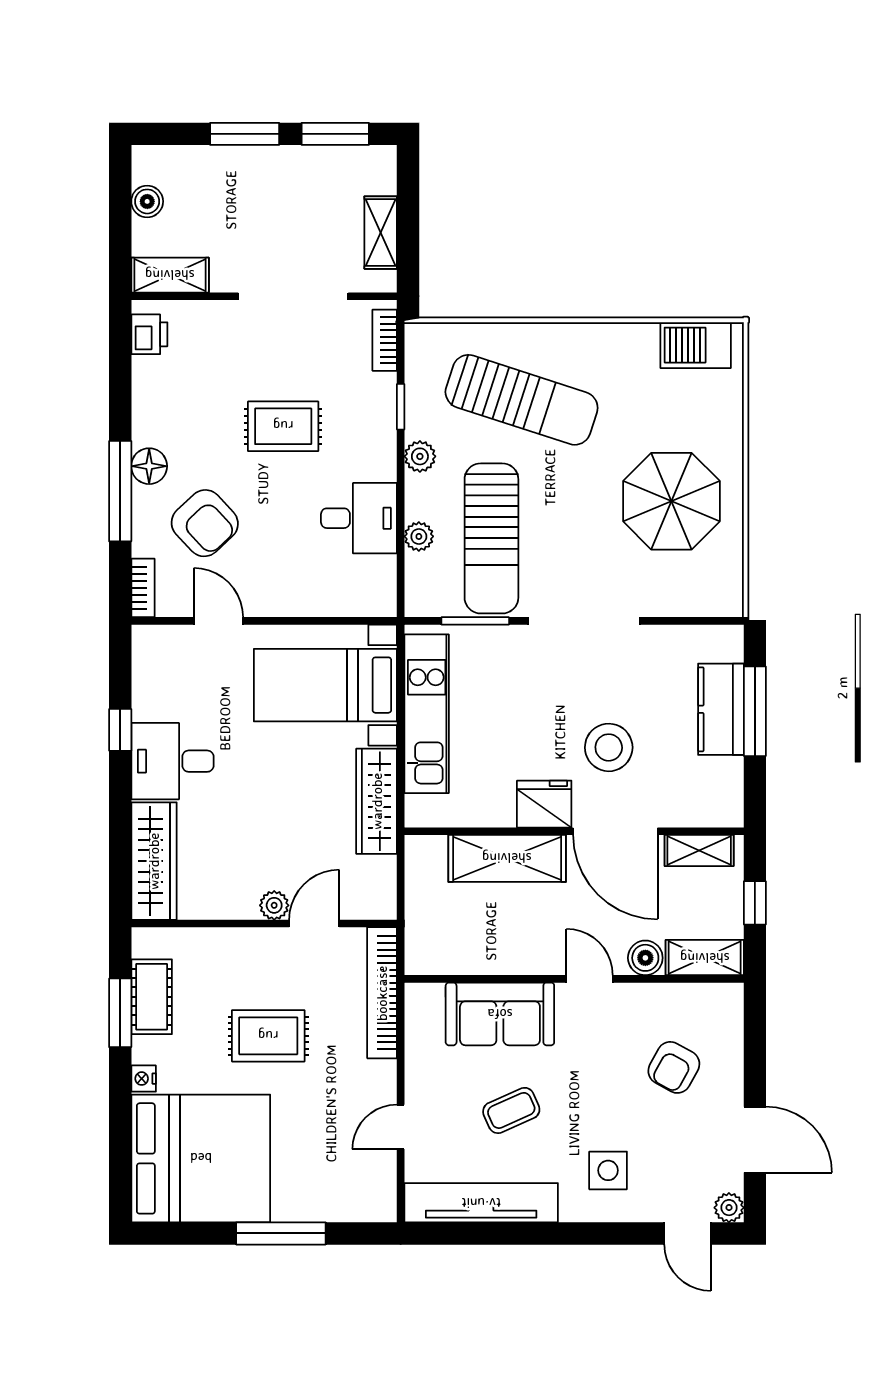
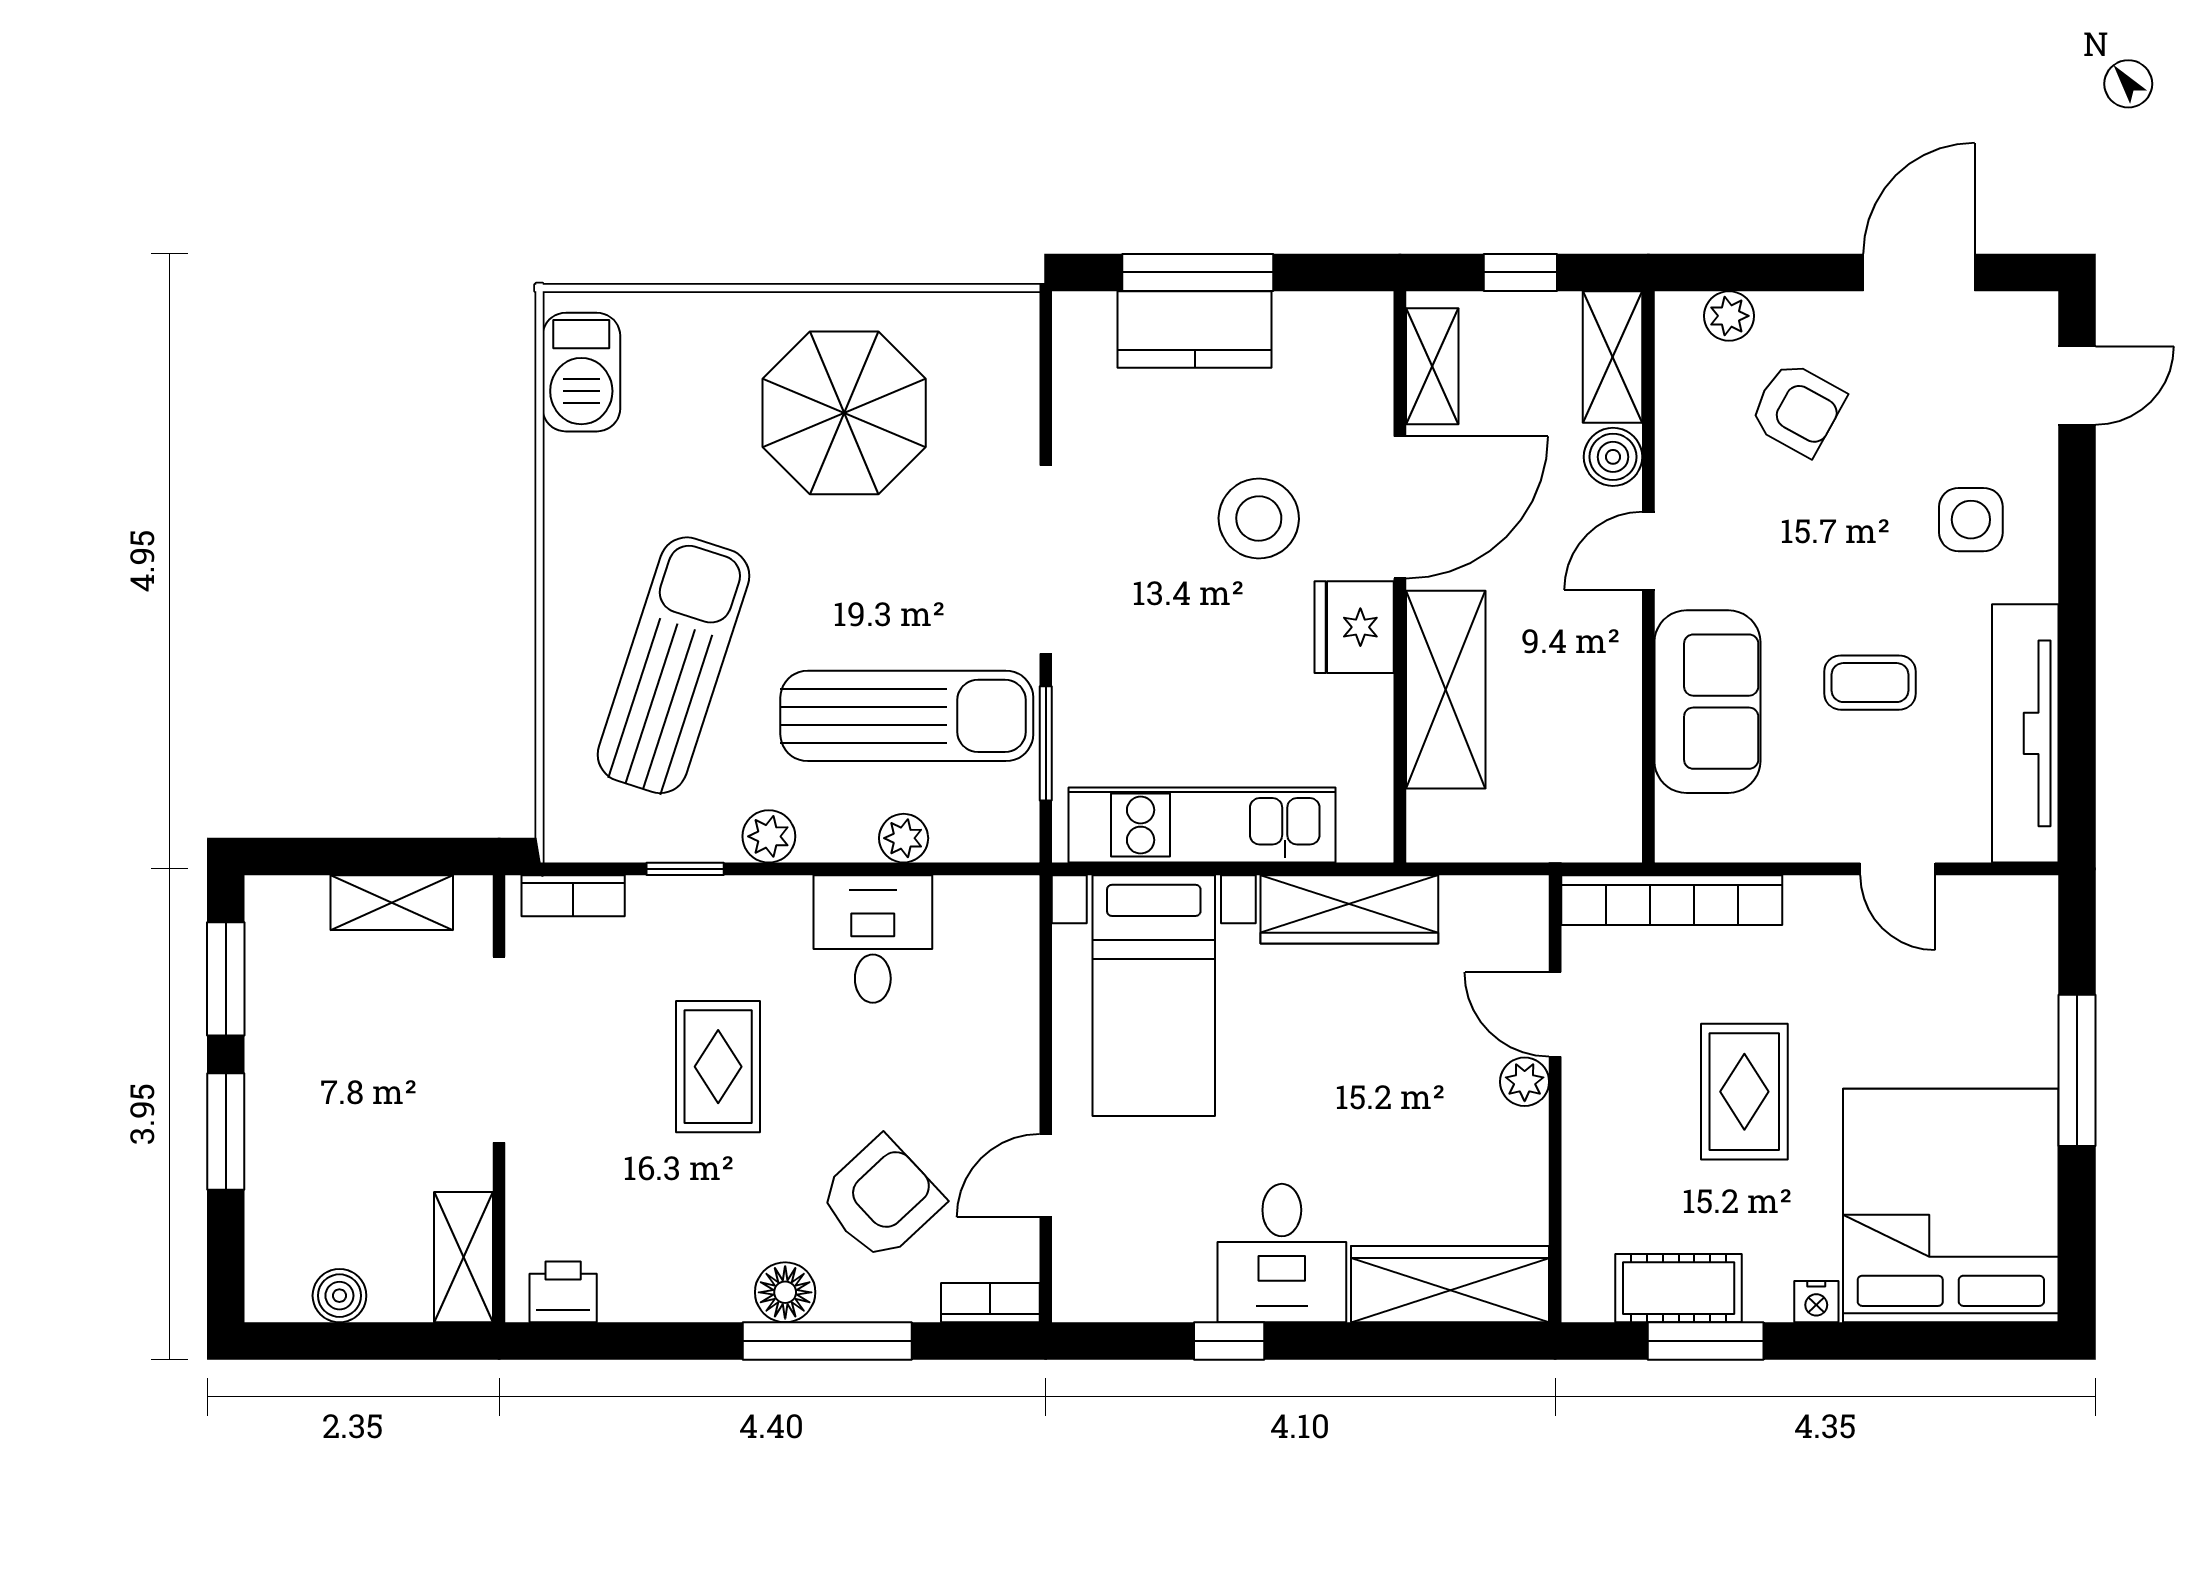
coffee table: (511, 1110) -> (1870, 683), turned -66
plant: (729, 1208) -> (1729, 316), moved

